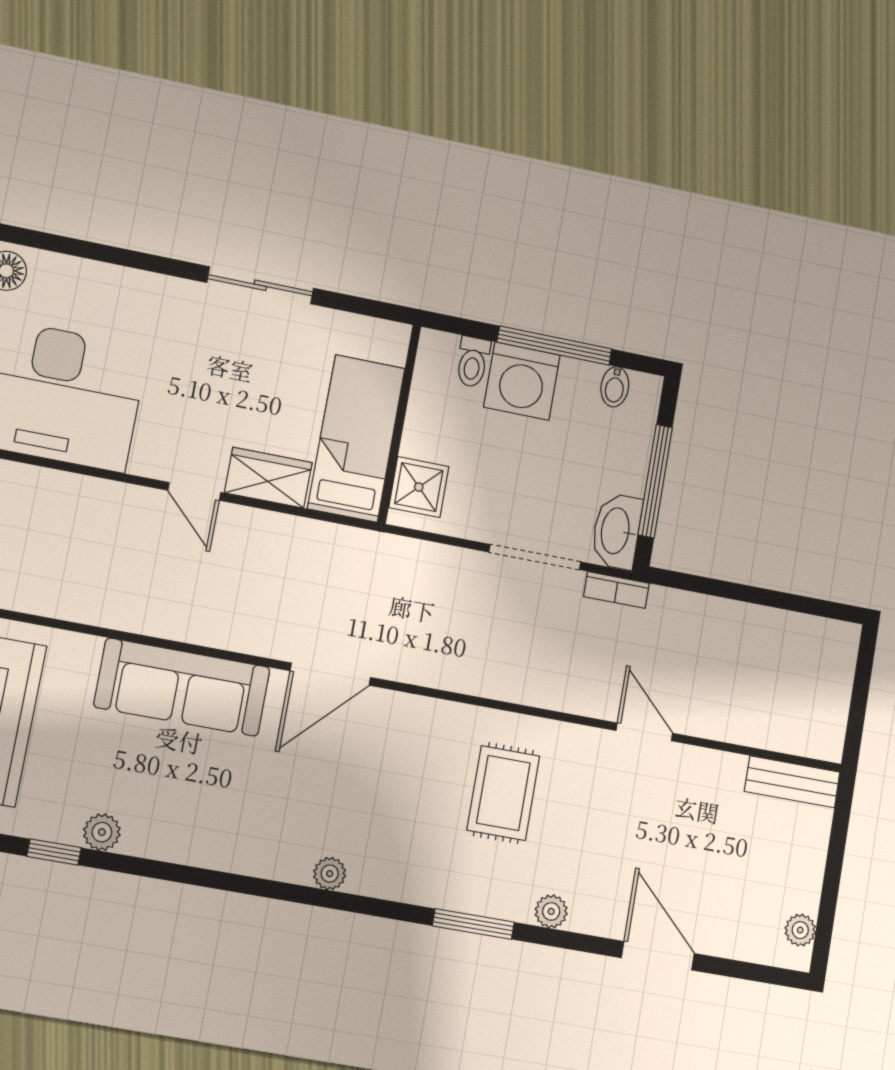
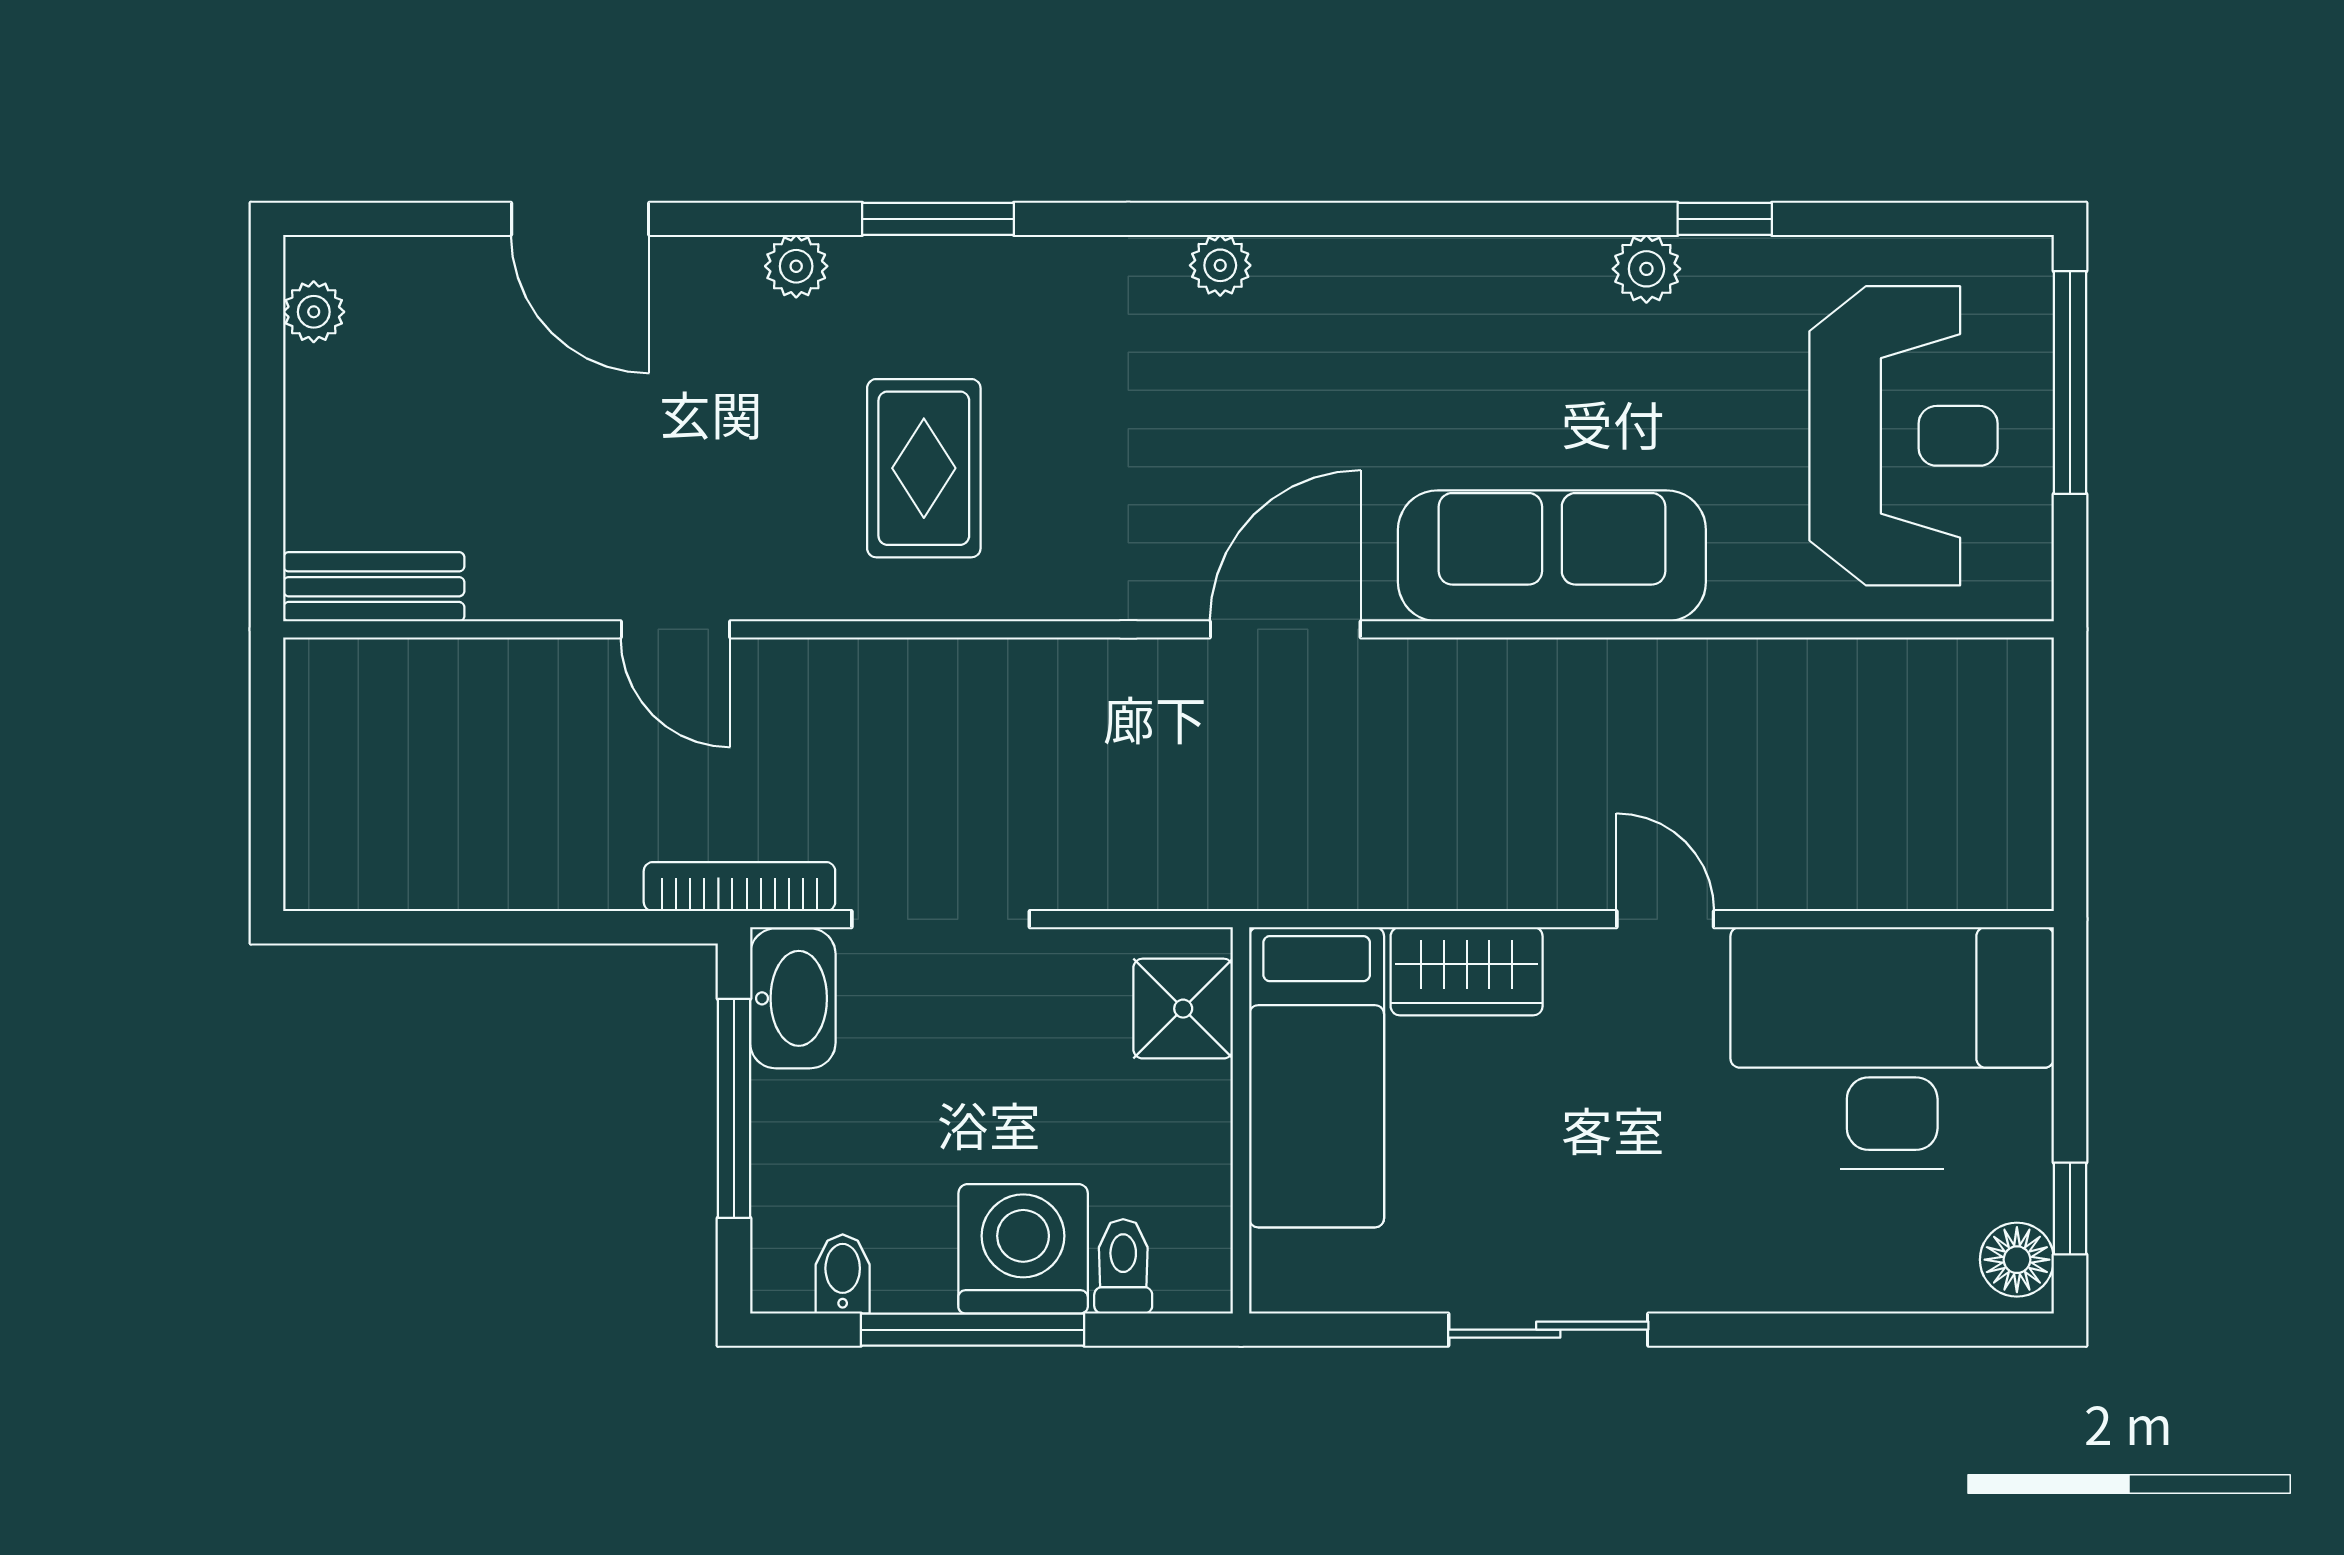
door: (194, 491) -> (1665, 919), moved
bookcase: (616, 590) -> (739, 887), width x1.56

